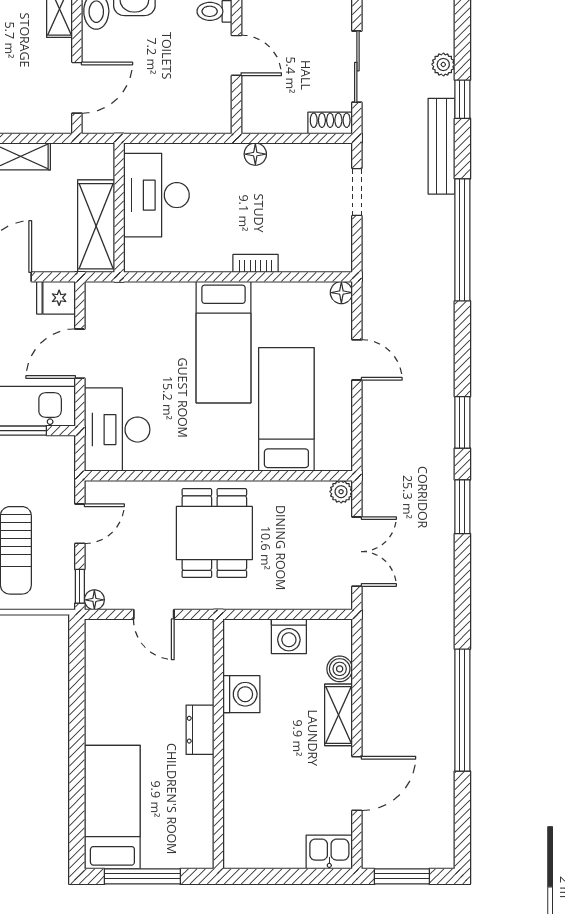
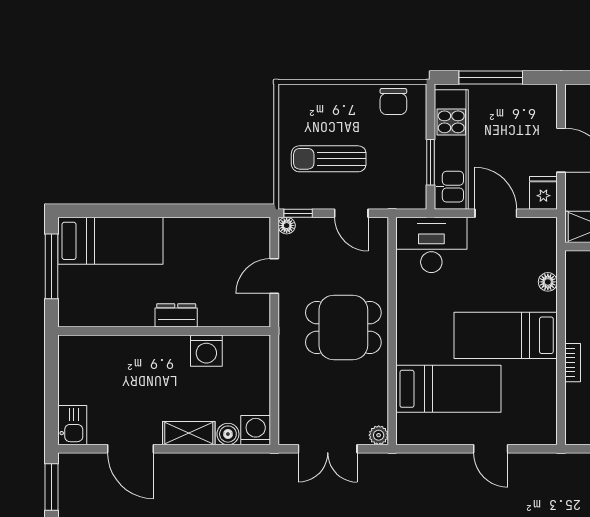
floor lamp: (341, 293) -> (548, 282), moved
door: (357, 360) -> (491, 449), hinge flipped
washing machine: (289, 636) -> (256, 430), moved, turned 90

